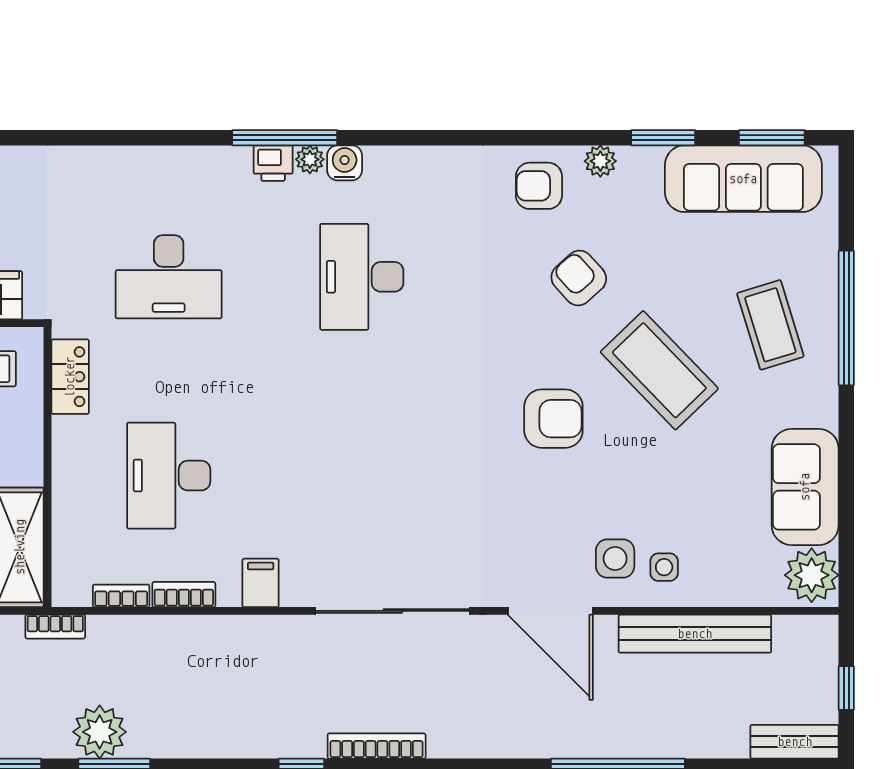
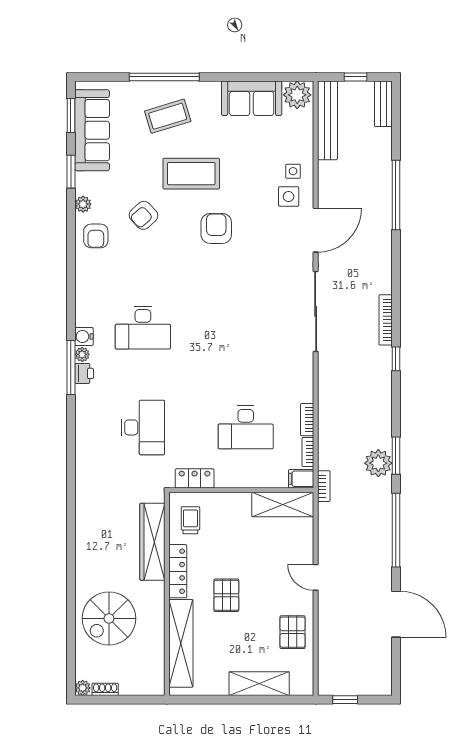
coffee table: (659, 370) -> (191, 174), turned 44
filing cabinet: (261, 583) -> (301, 479), moved
bench: (695, 634) -> (327, 120), moved

